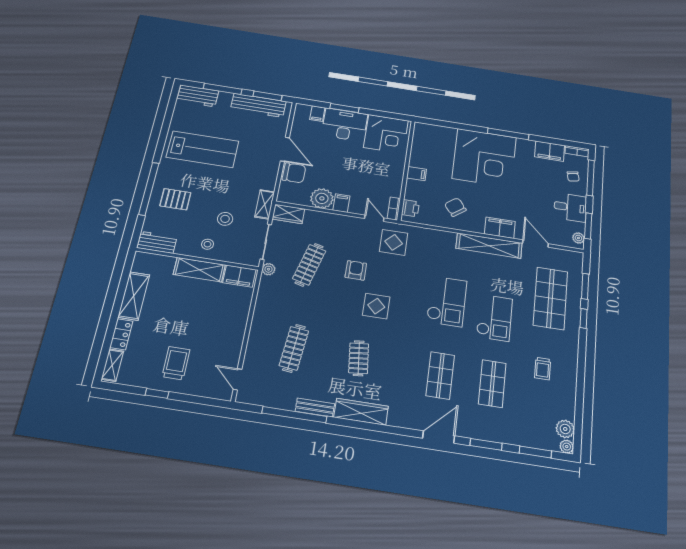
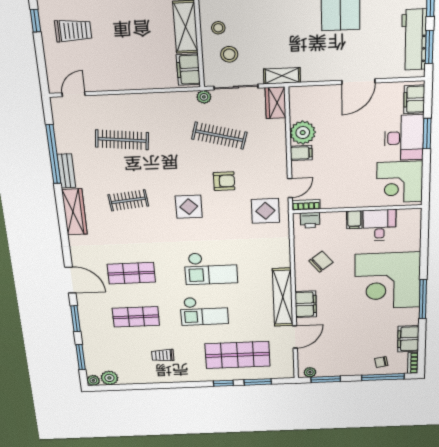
filing cabinet: (317, 114) -> (414, 99), width x2.00
chair: (294, 173) -> (329, 98), removed
desk: (570, 207) -> (379, 225), moved, turned 180
stool: (225, 219) -> (229, 54), moved

